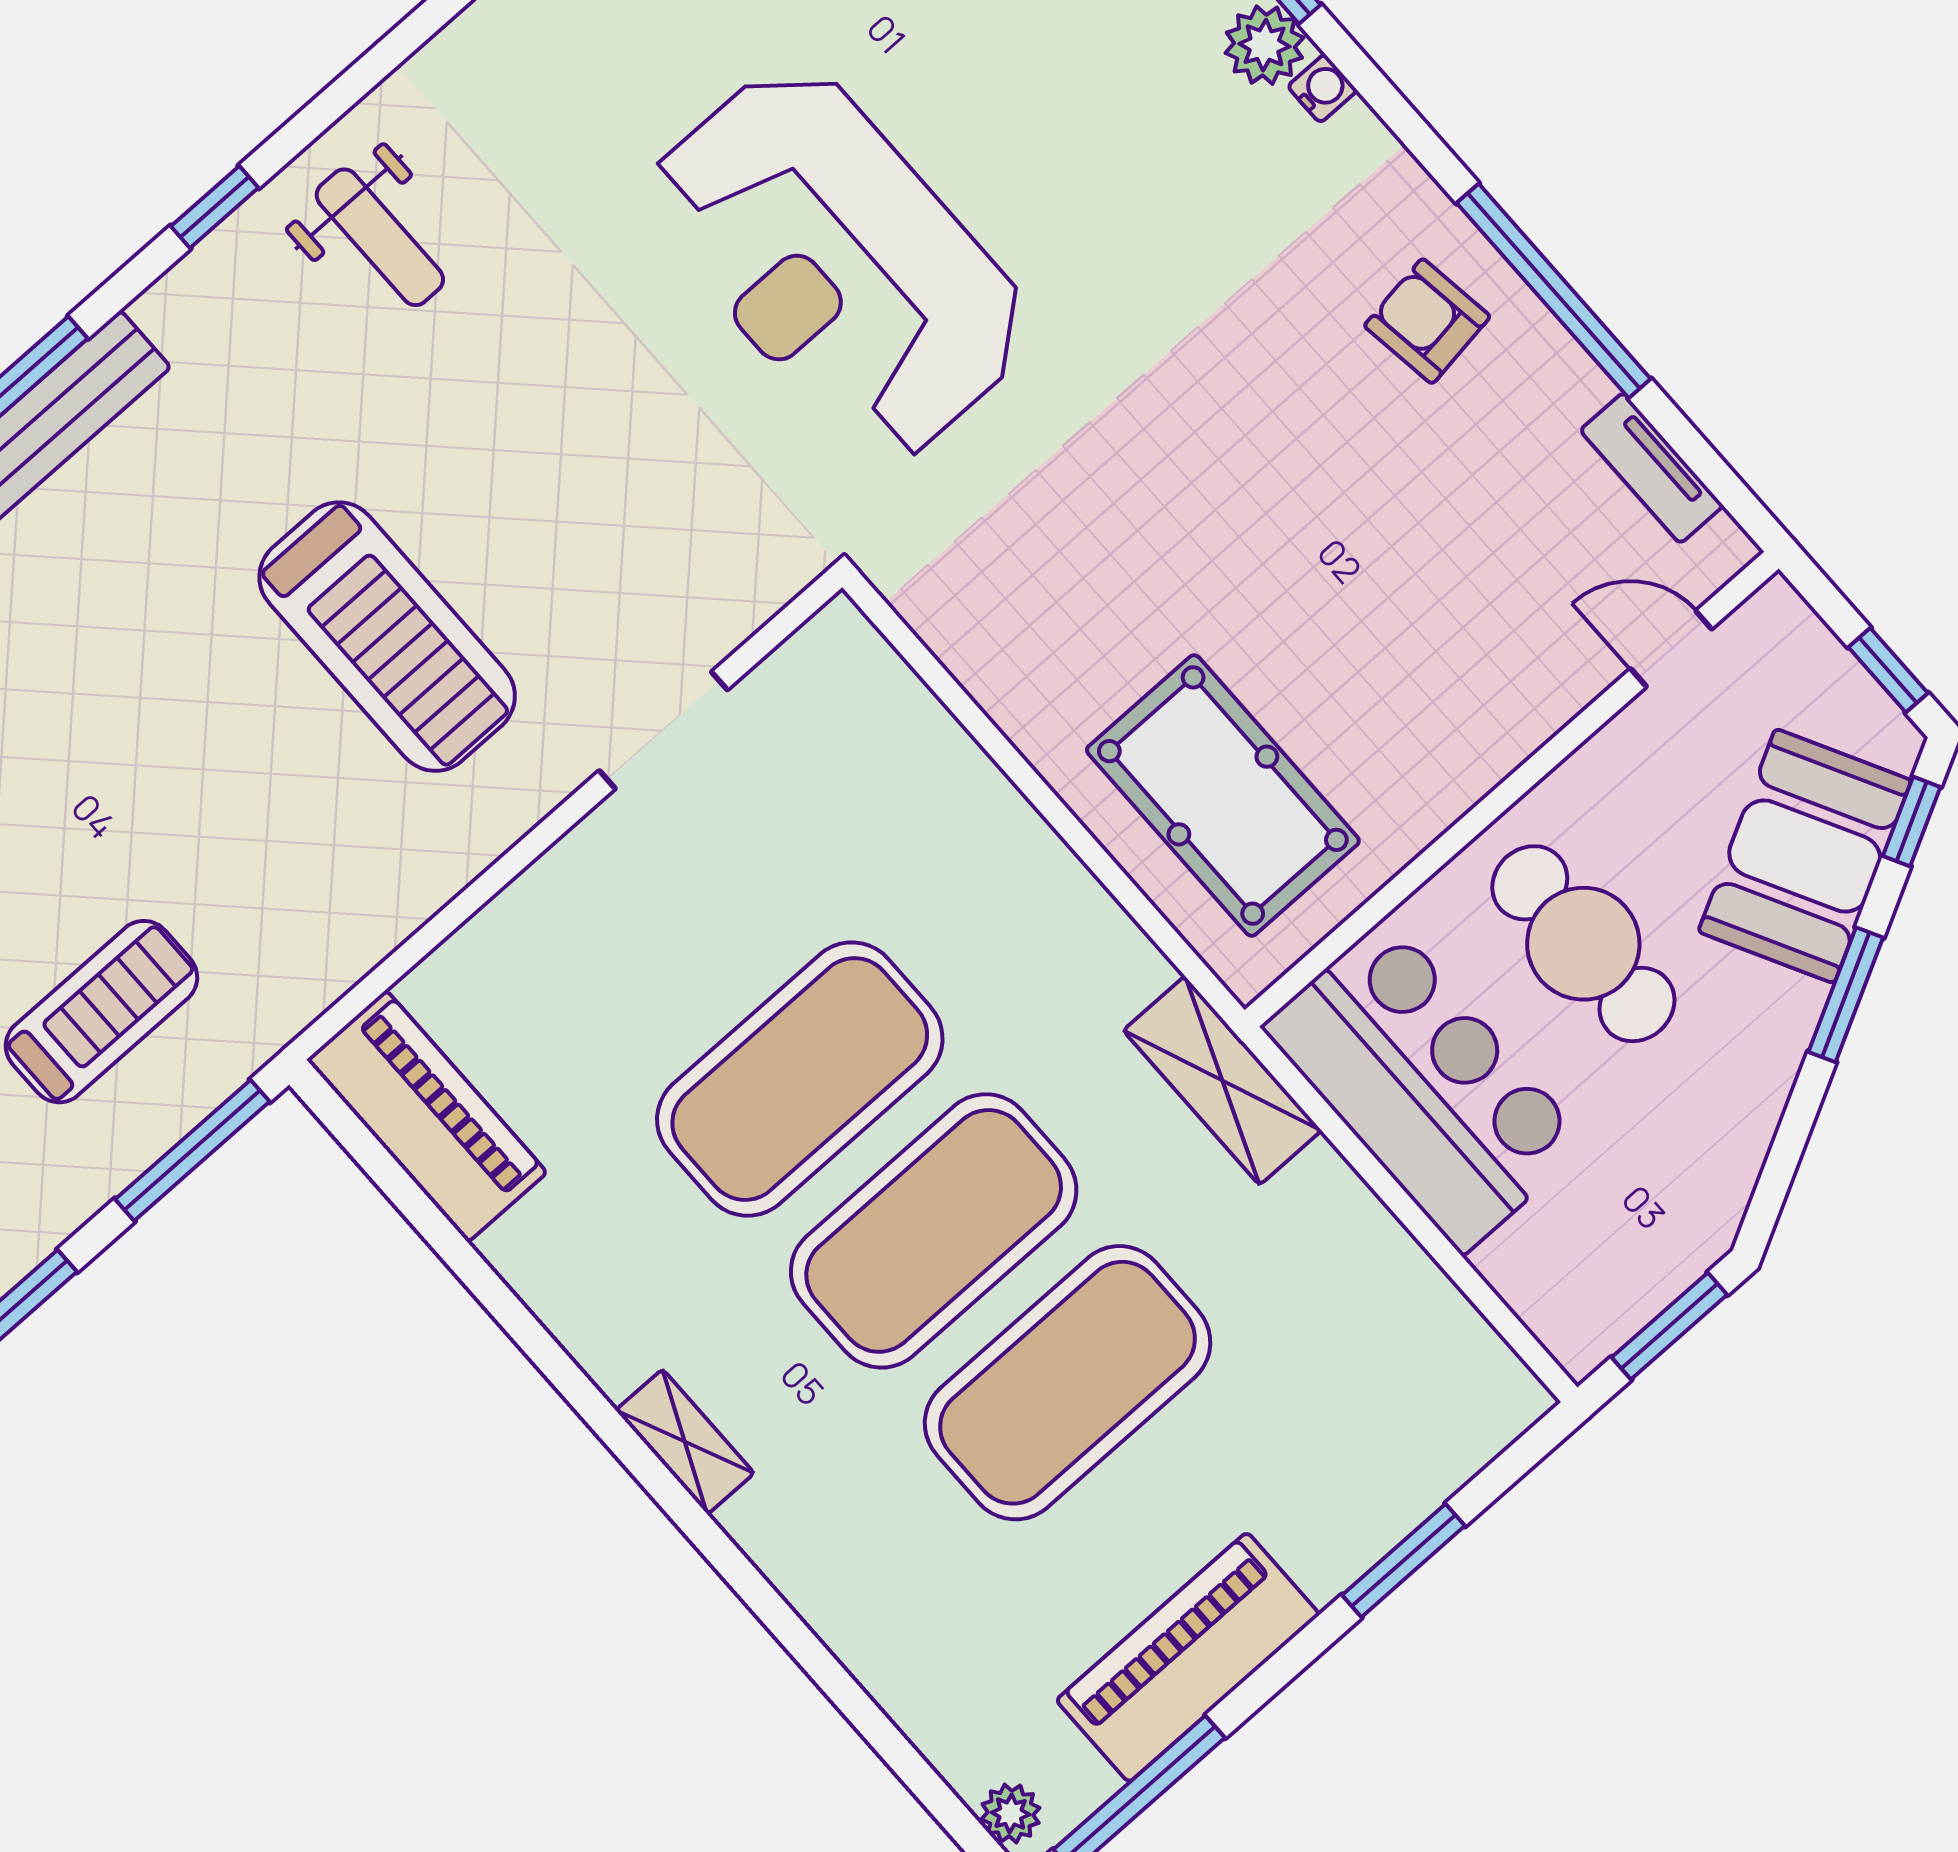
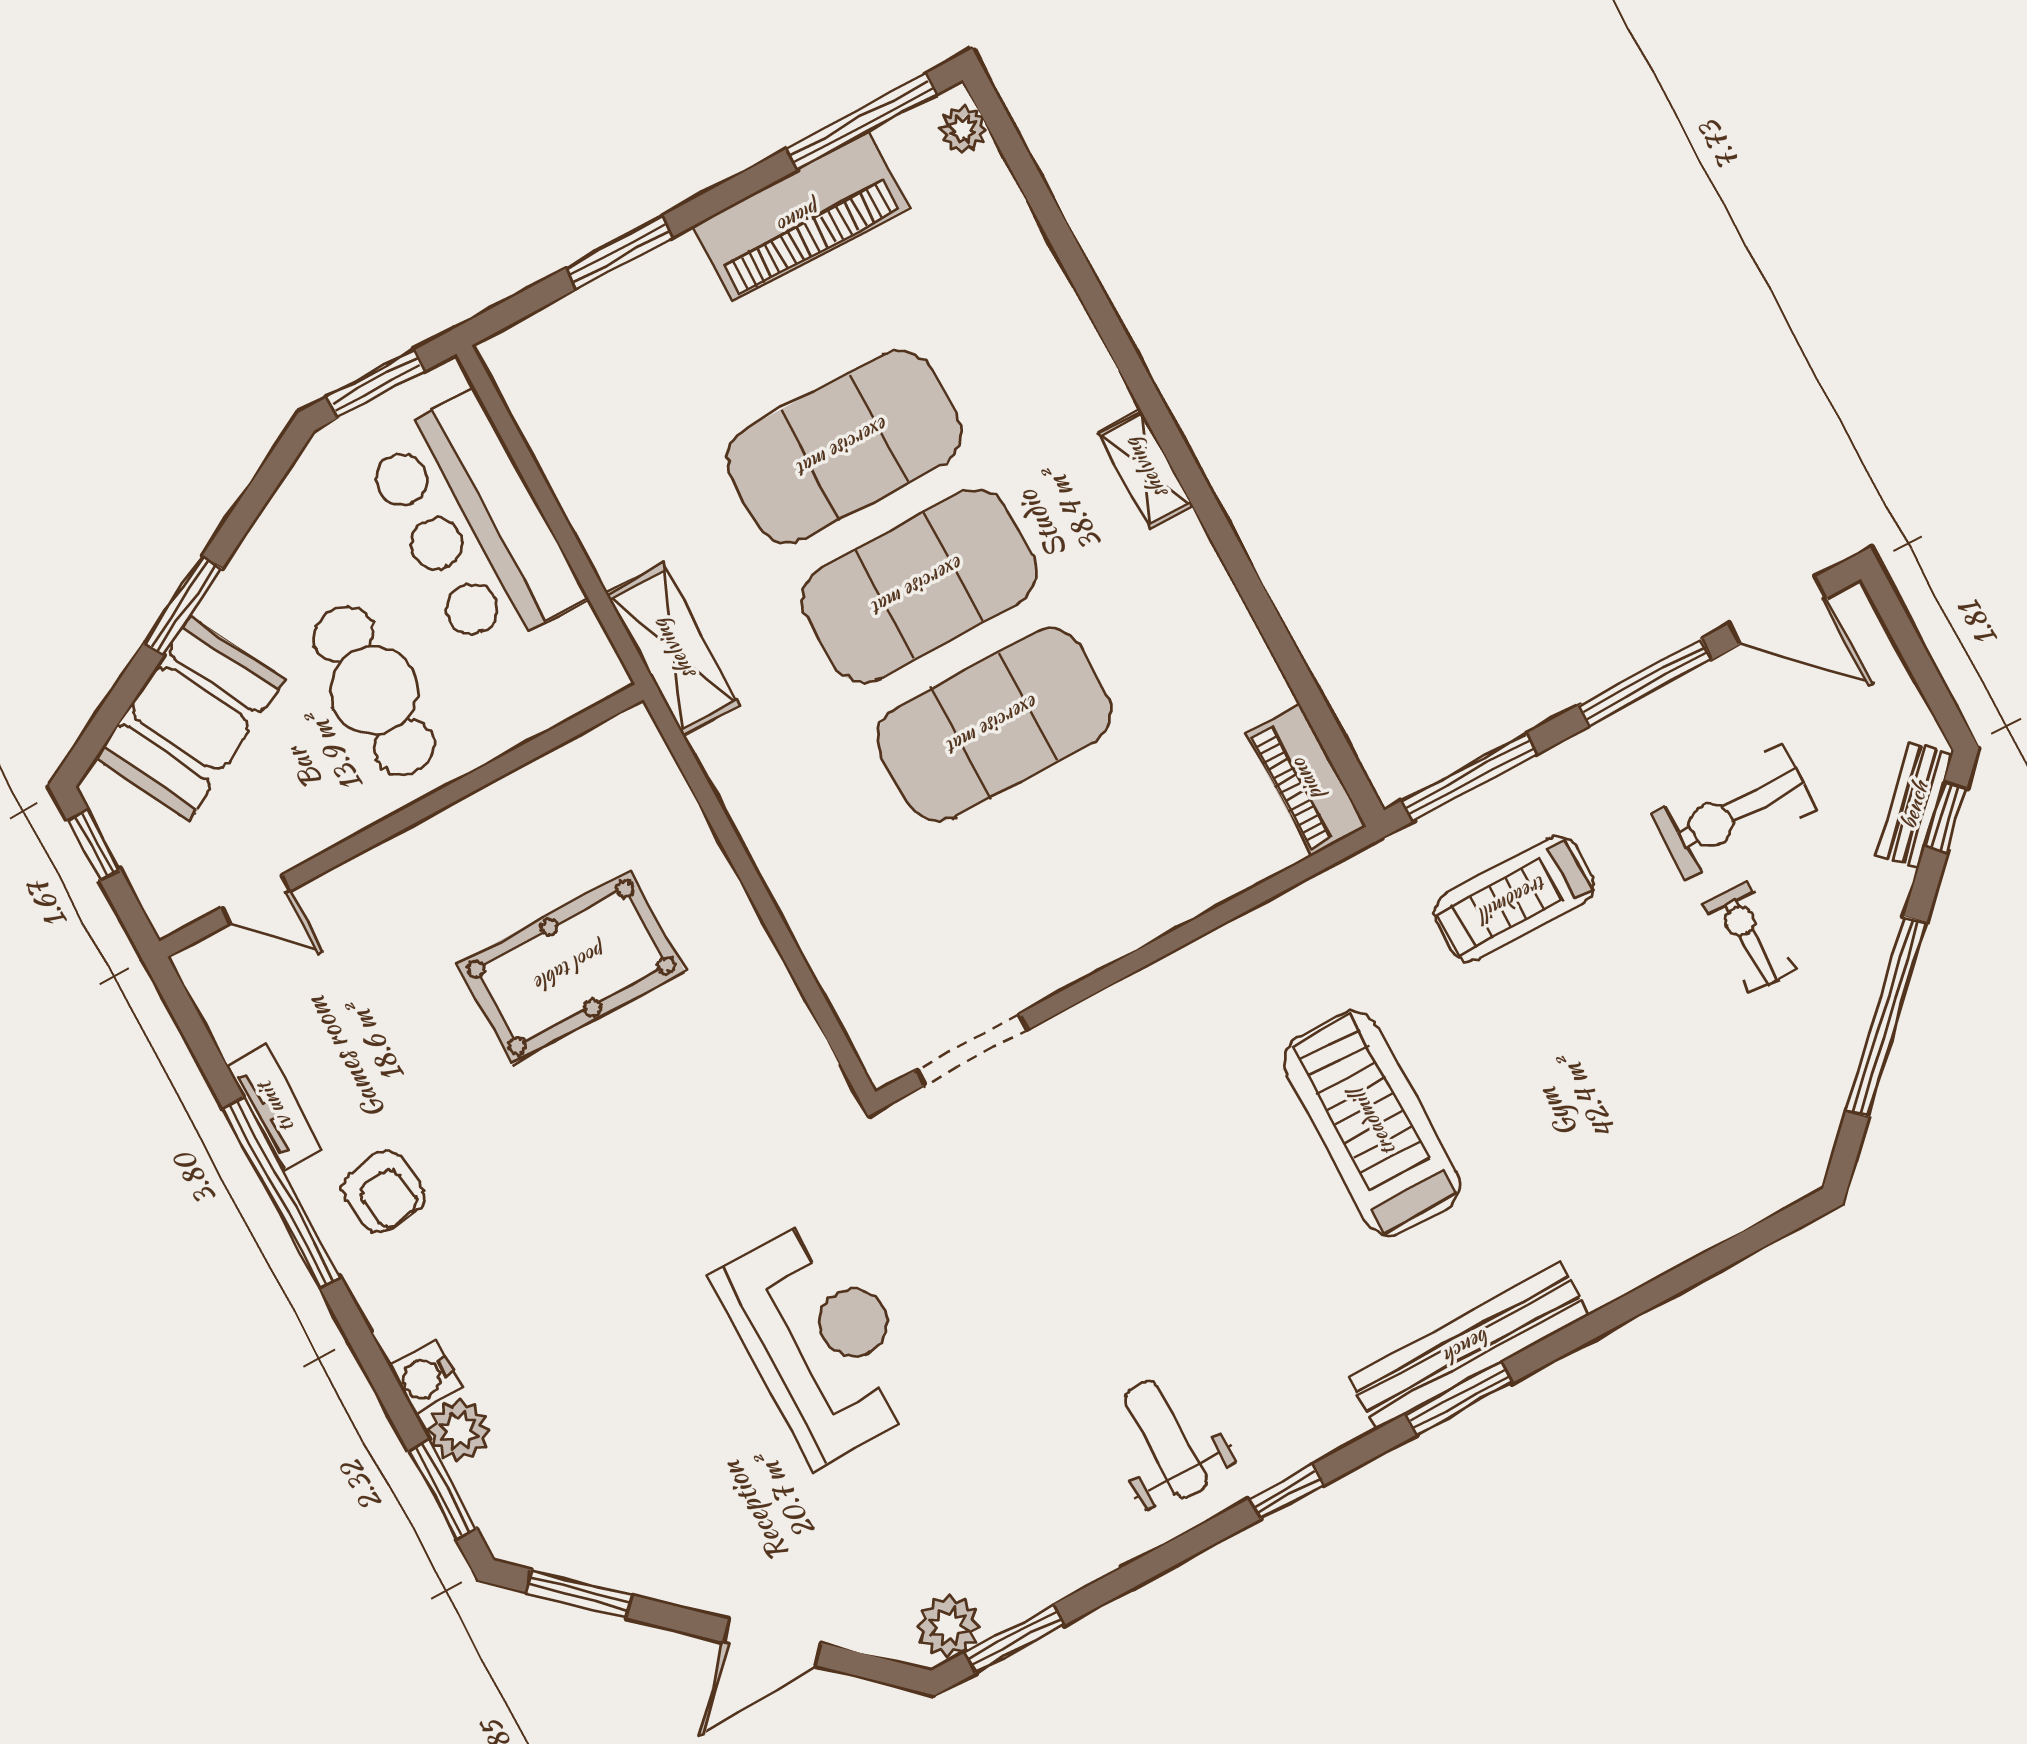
water cooler: (1322, 88) -> (425, 1377), width x1.38, depth x1.38
reception desk: (839, 263) -> (821, 1340), width x0.74, depth x0.77
tv unit: (1652, 468) -> (275, 1108), moved
treadmill: (387, 637) -> (1372, 1123), moved
doorway: (663, 730) -> (972, 1050), moved
pool table: (1223, 795) -> (571, 967), moved, turned 90
window: (1912, 821) -> (103, 726), removed
bar counter: (1425, 1085) -> (473, 525), moved
piano: (427, 1116) -> (1306, 780), width x0.73, depth x0.75

